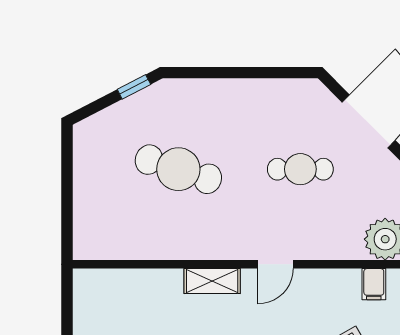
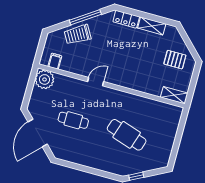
shelving: (212, 281) -> (174, 95), moved

